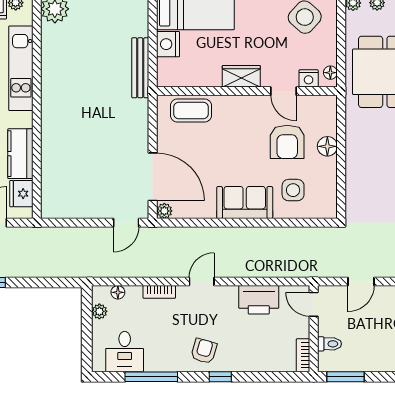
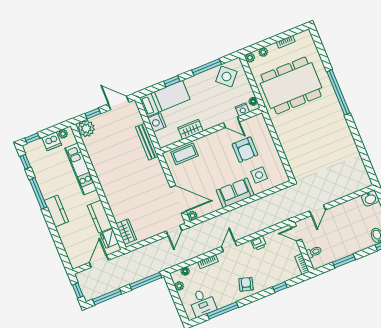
wardrobe: (241, 76) -> (191, 129), moved
floor lamp: (327, 146) -> (268, 143), removed
wardrobe: (52, 194) -> (126, 232), added
window: (50, 283) -> (146, 281), added
printer: (259, 300) -> (259, 243), width x0.53, depth x0.68
window: (220, 377) -> (280, 287), moved
window: (346, 377) -> (344, 261), moved

